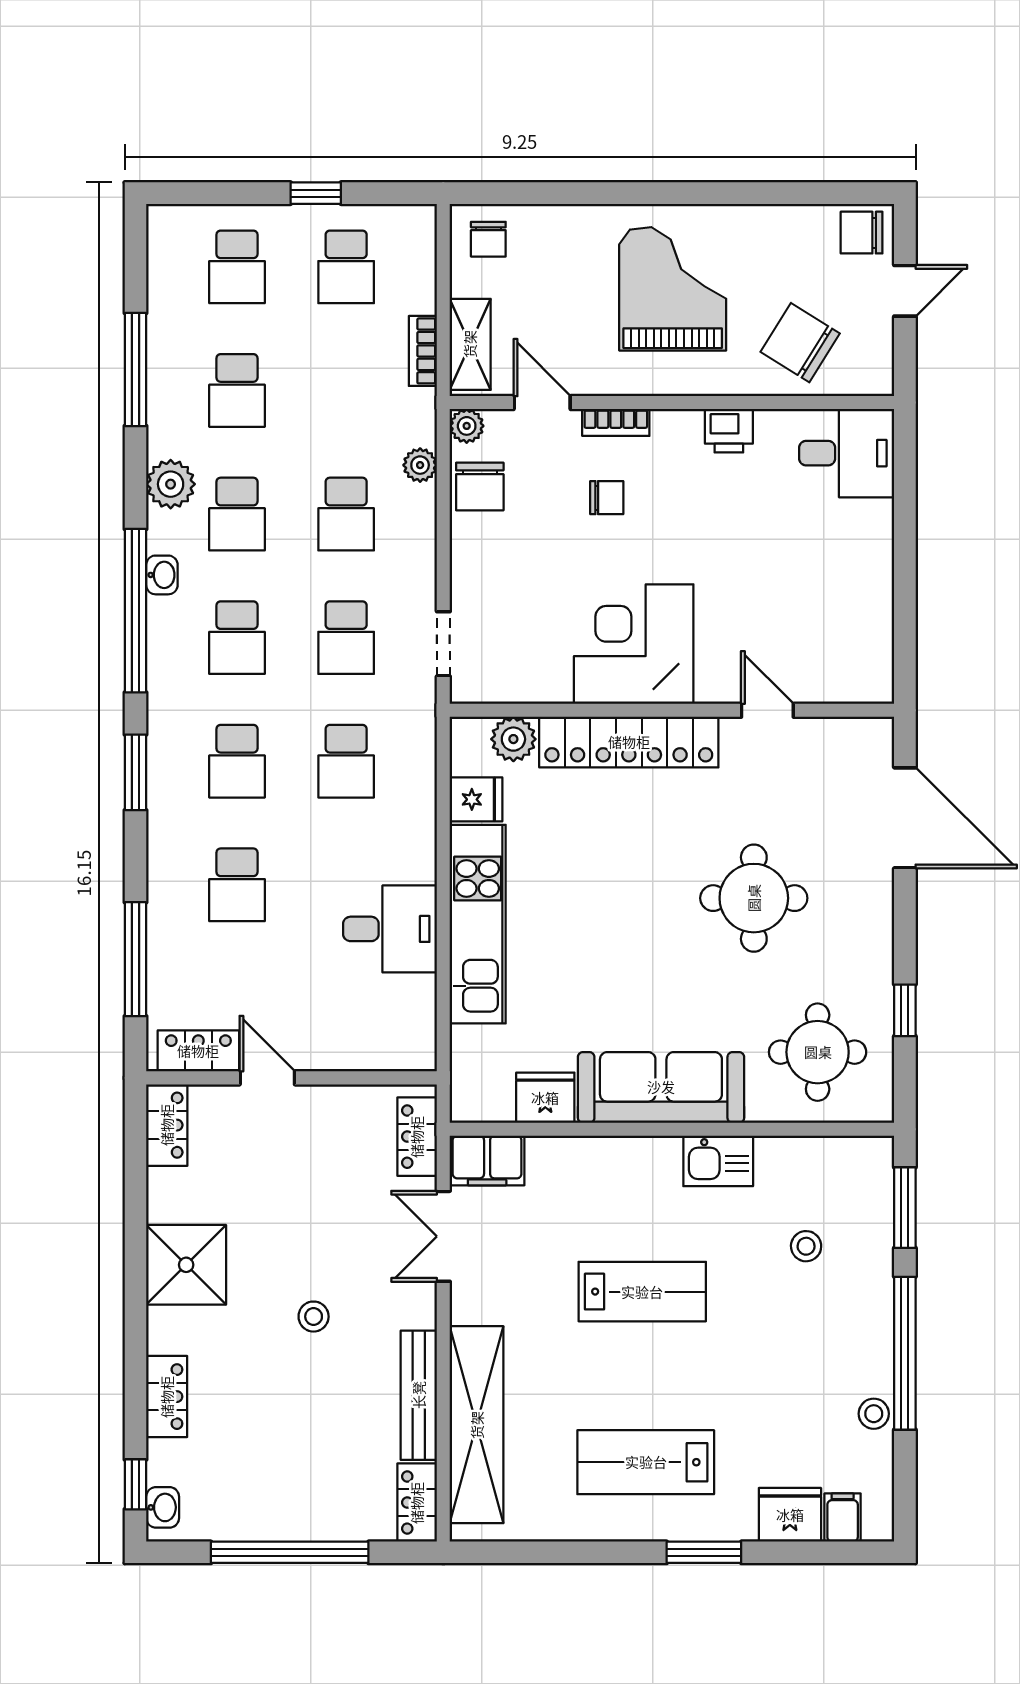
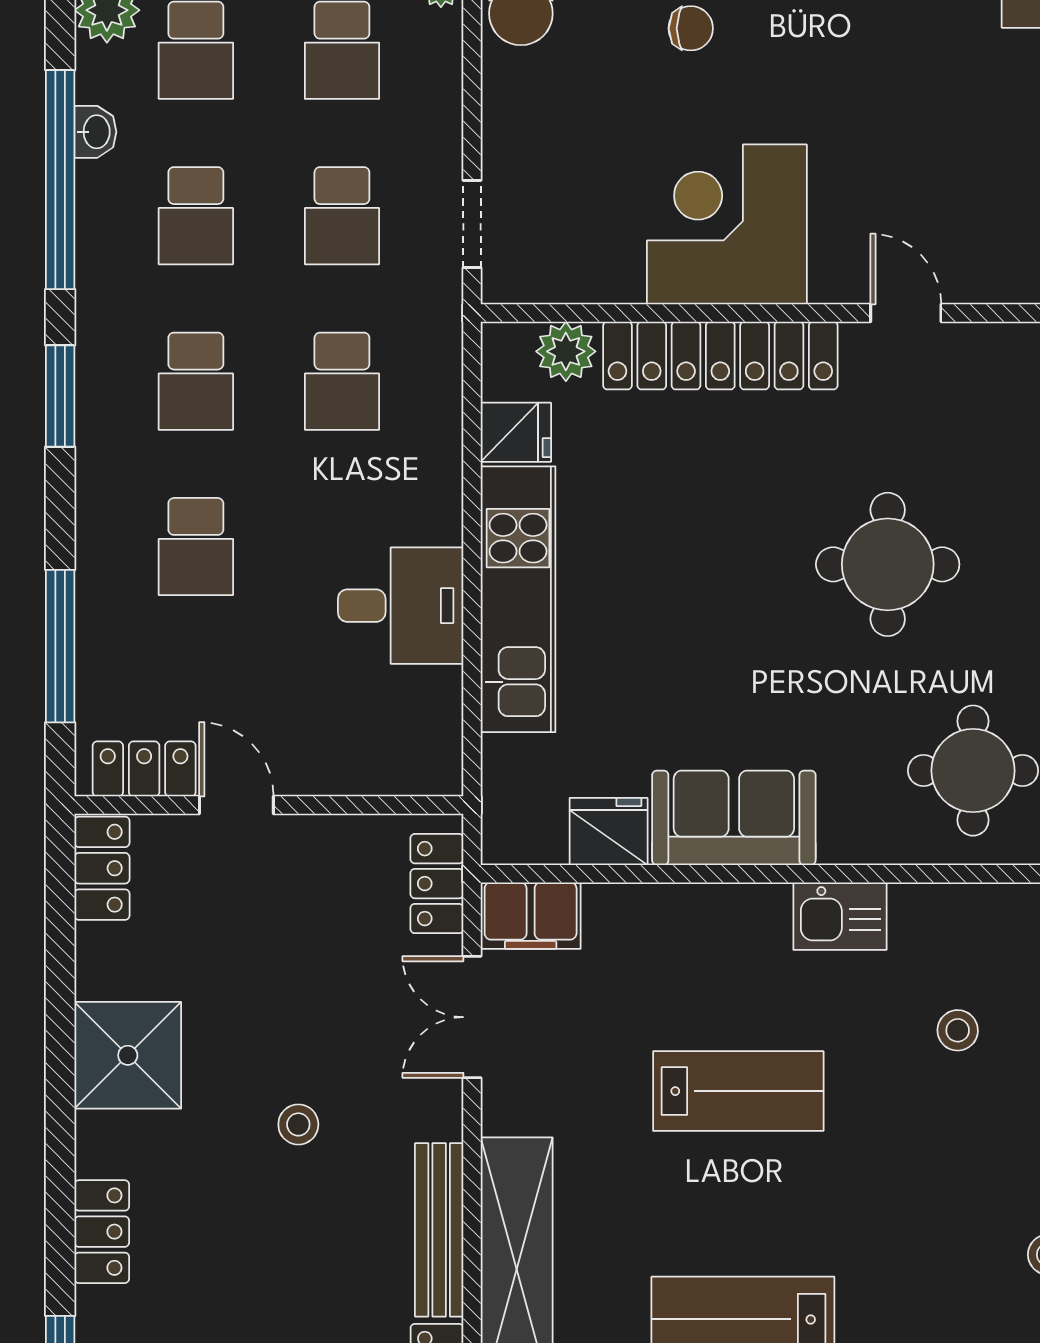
sofa: (661, 1087) -> (734, 818), width x0.73

